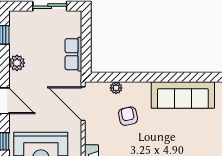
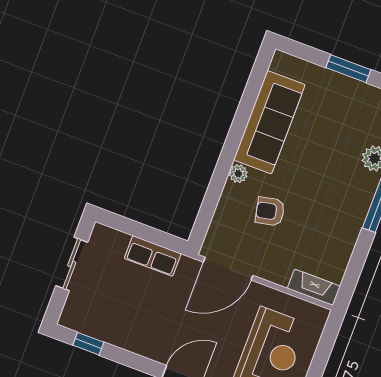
plant: (17, 63) -> (135, 341), removed
plant: (116, 88) -> (238, 174), moved

